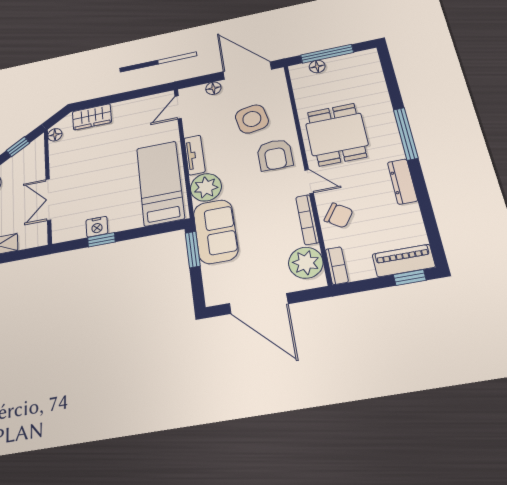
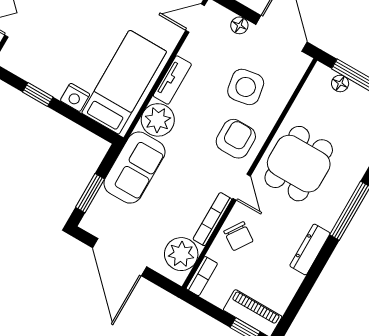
armchair: (275, 155) -> (236, 139), turned 180
nightstand: (97, 227) -> (75, 97), moved
window: (193, 249) -> (90, 193), moved

